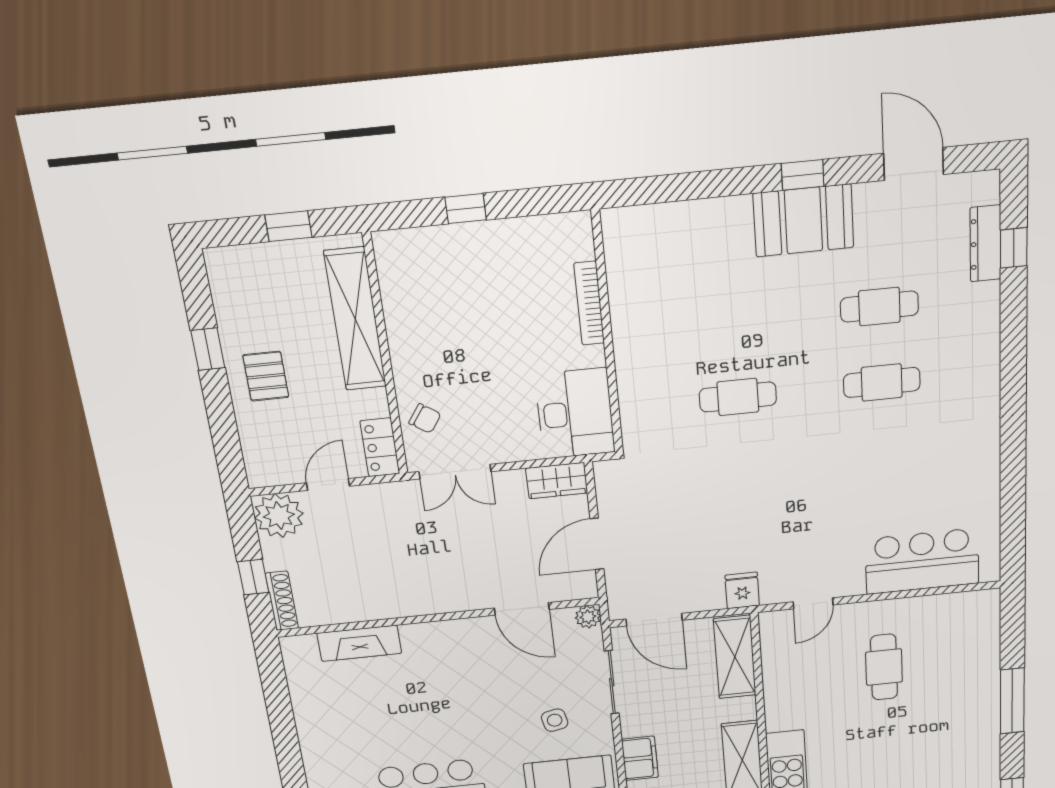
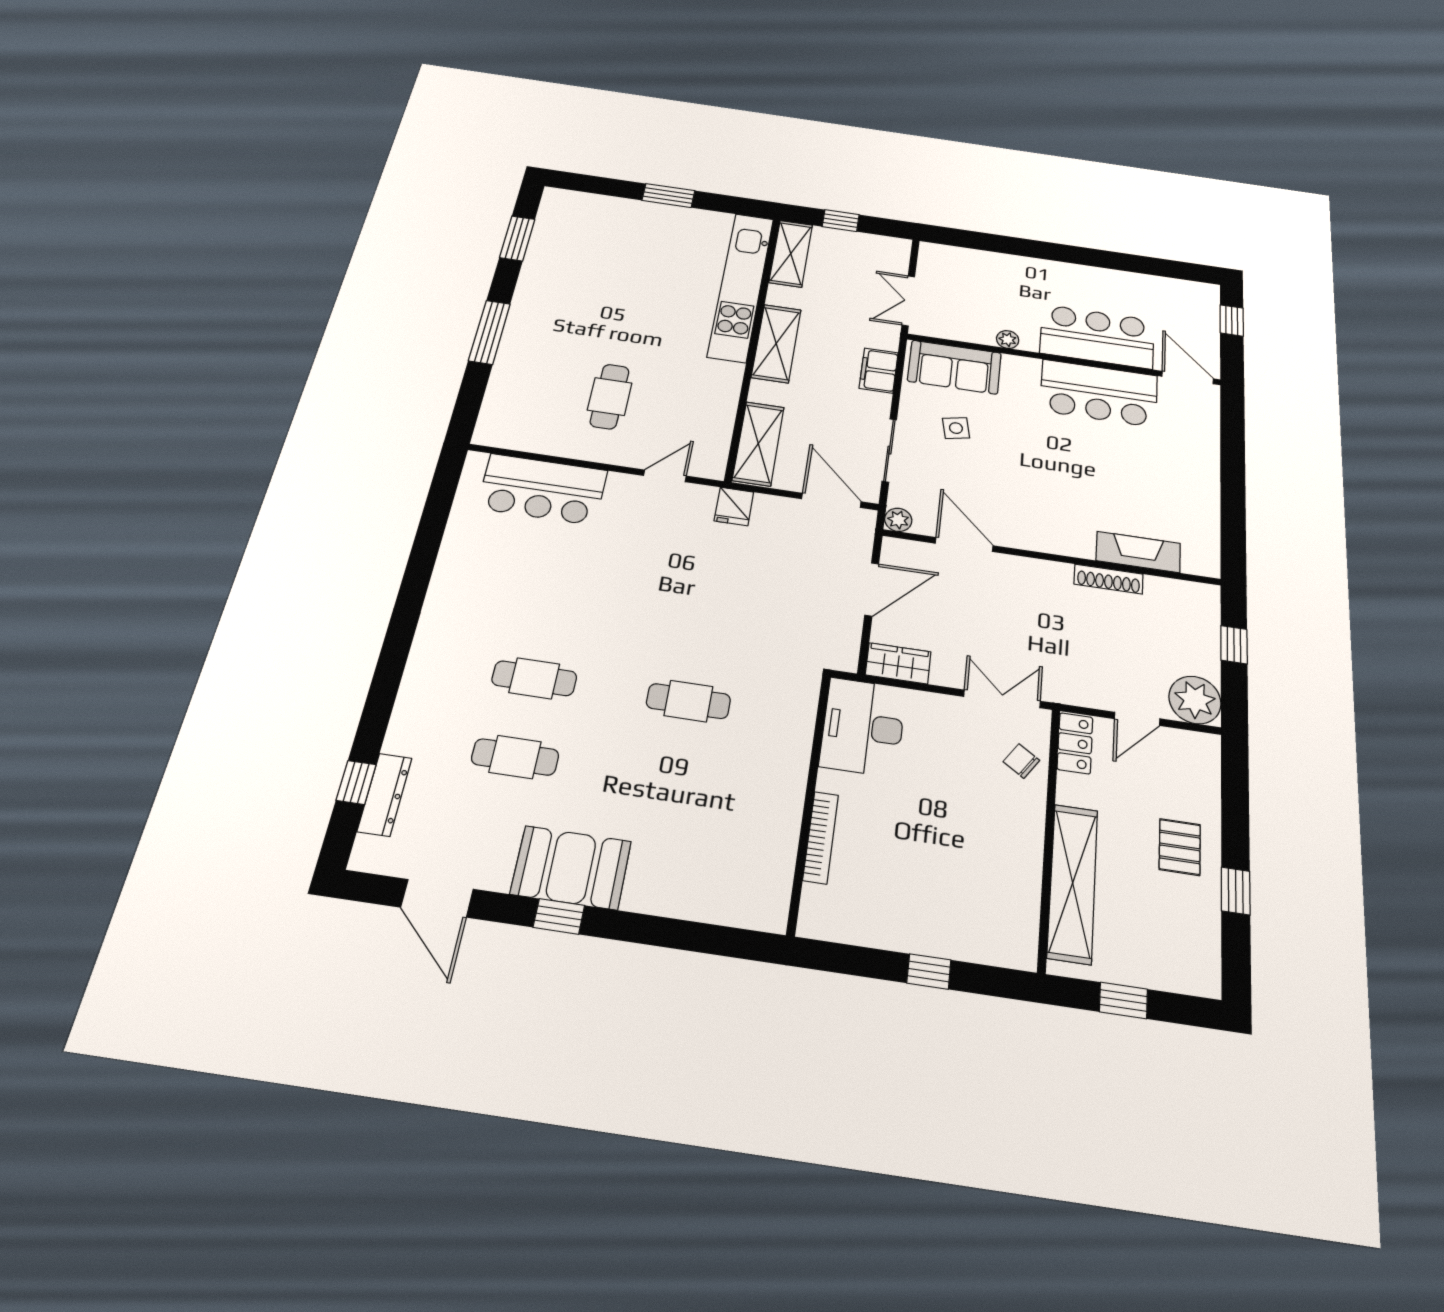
shoe rack: (282, 601) -> (1109, 579), moved, turned -90

